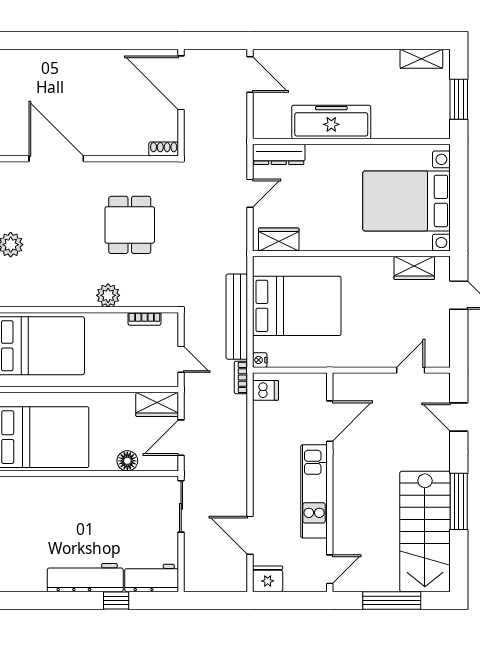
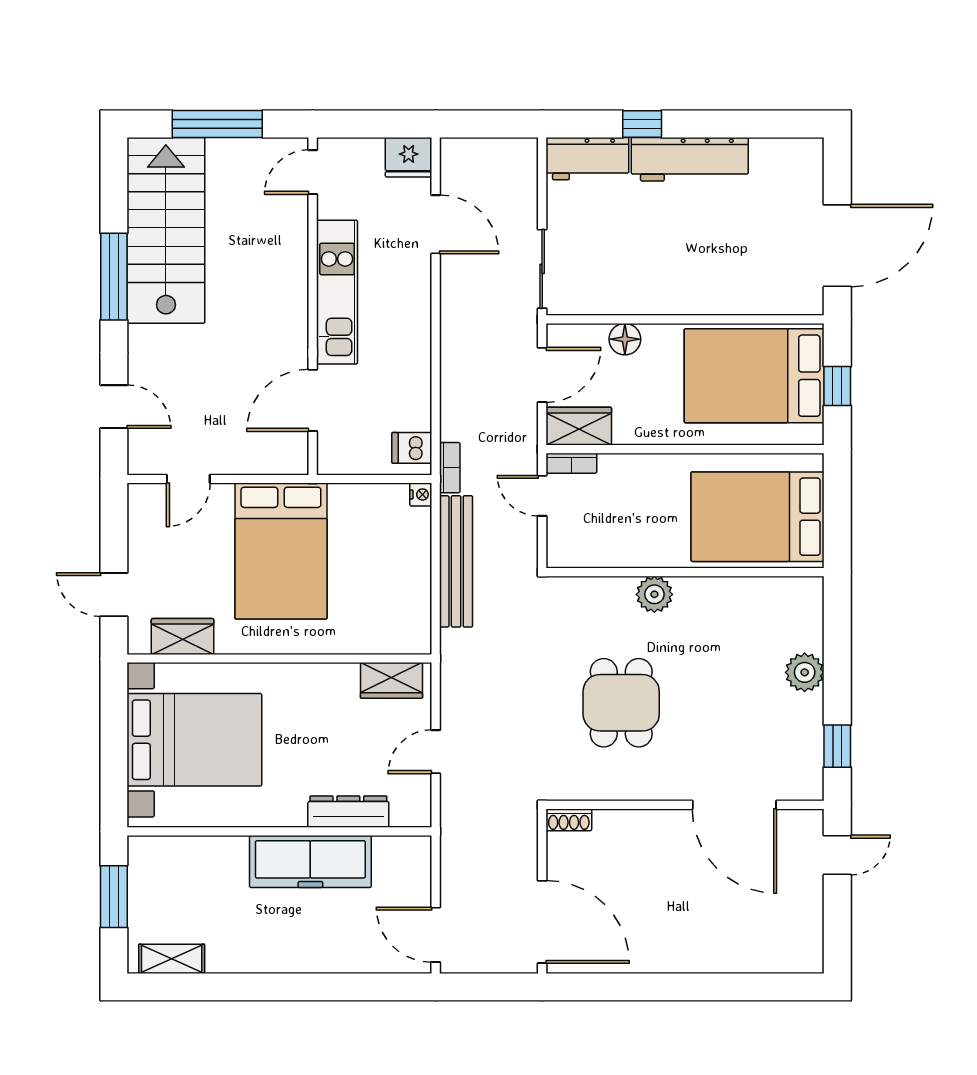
dresser: (279, 154) -> (348, 812), moved
bed: (297, 306) -> (281, 551), moved, turned -90
bookcase: (144, 319) -> (571, 463), moved, turned 180

